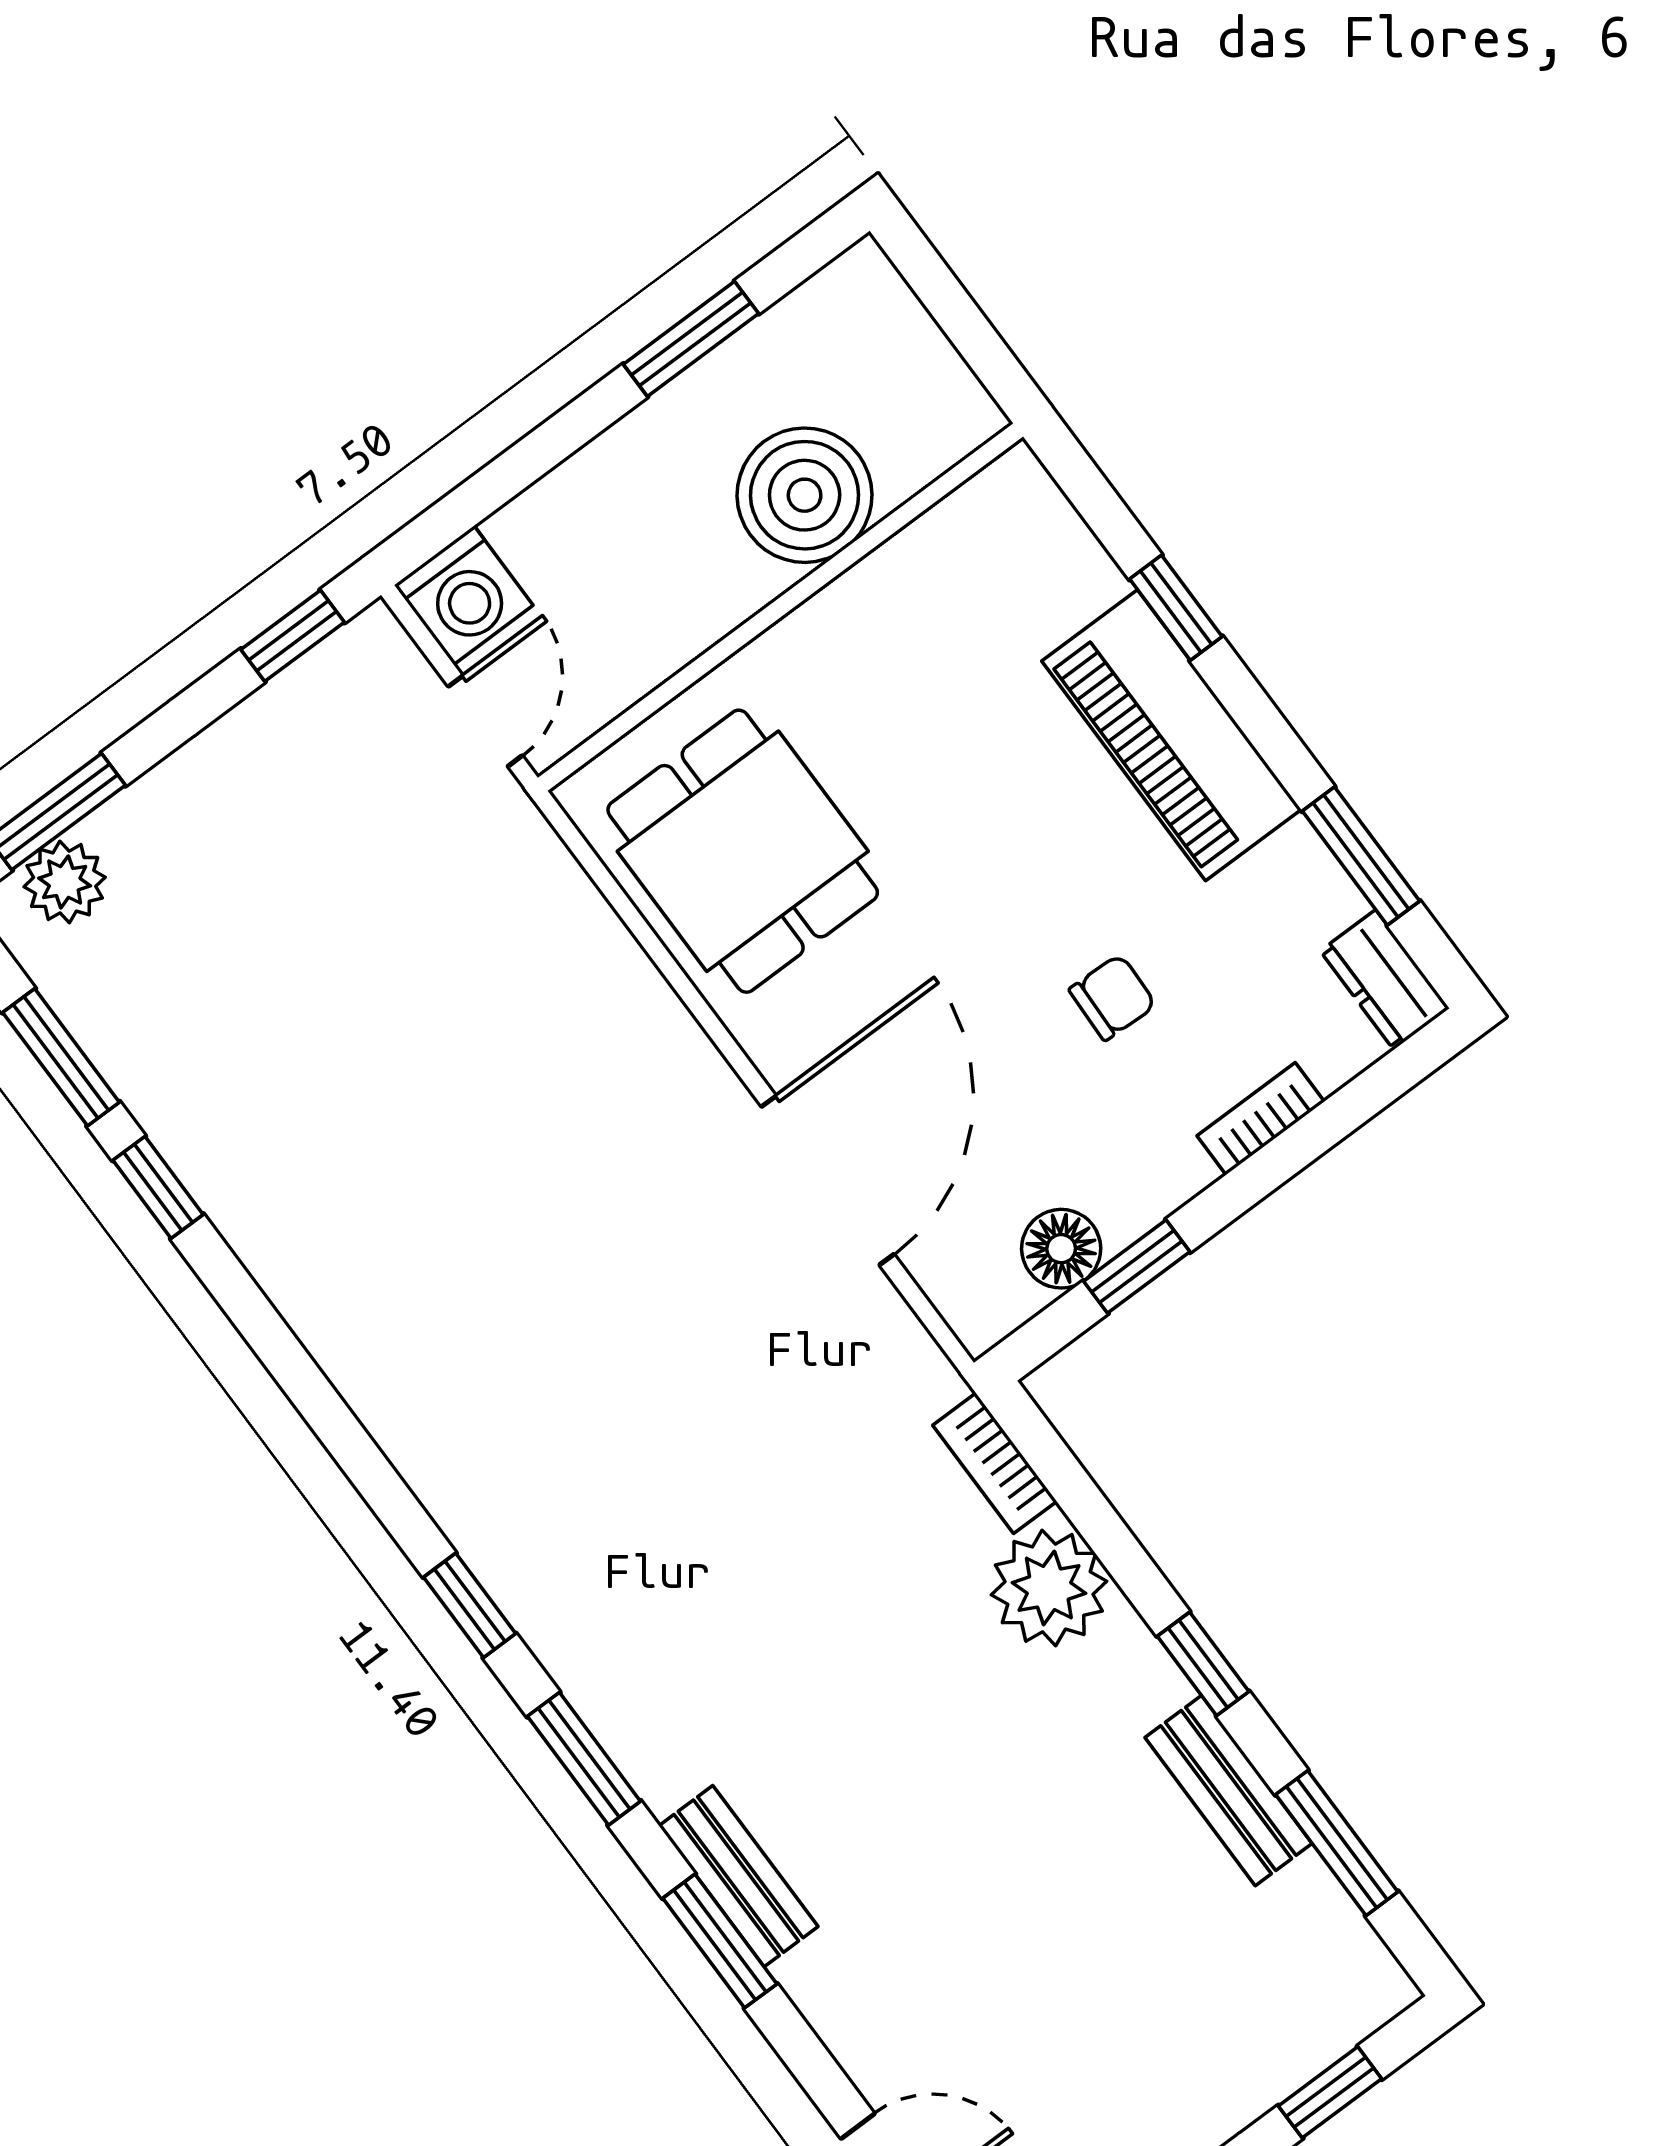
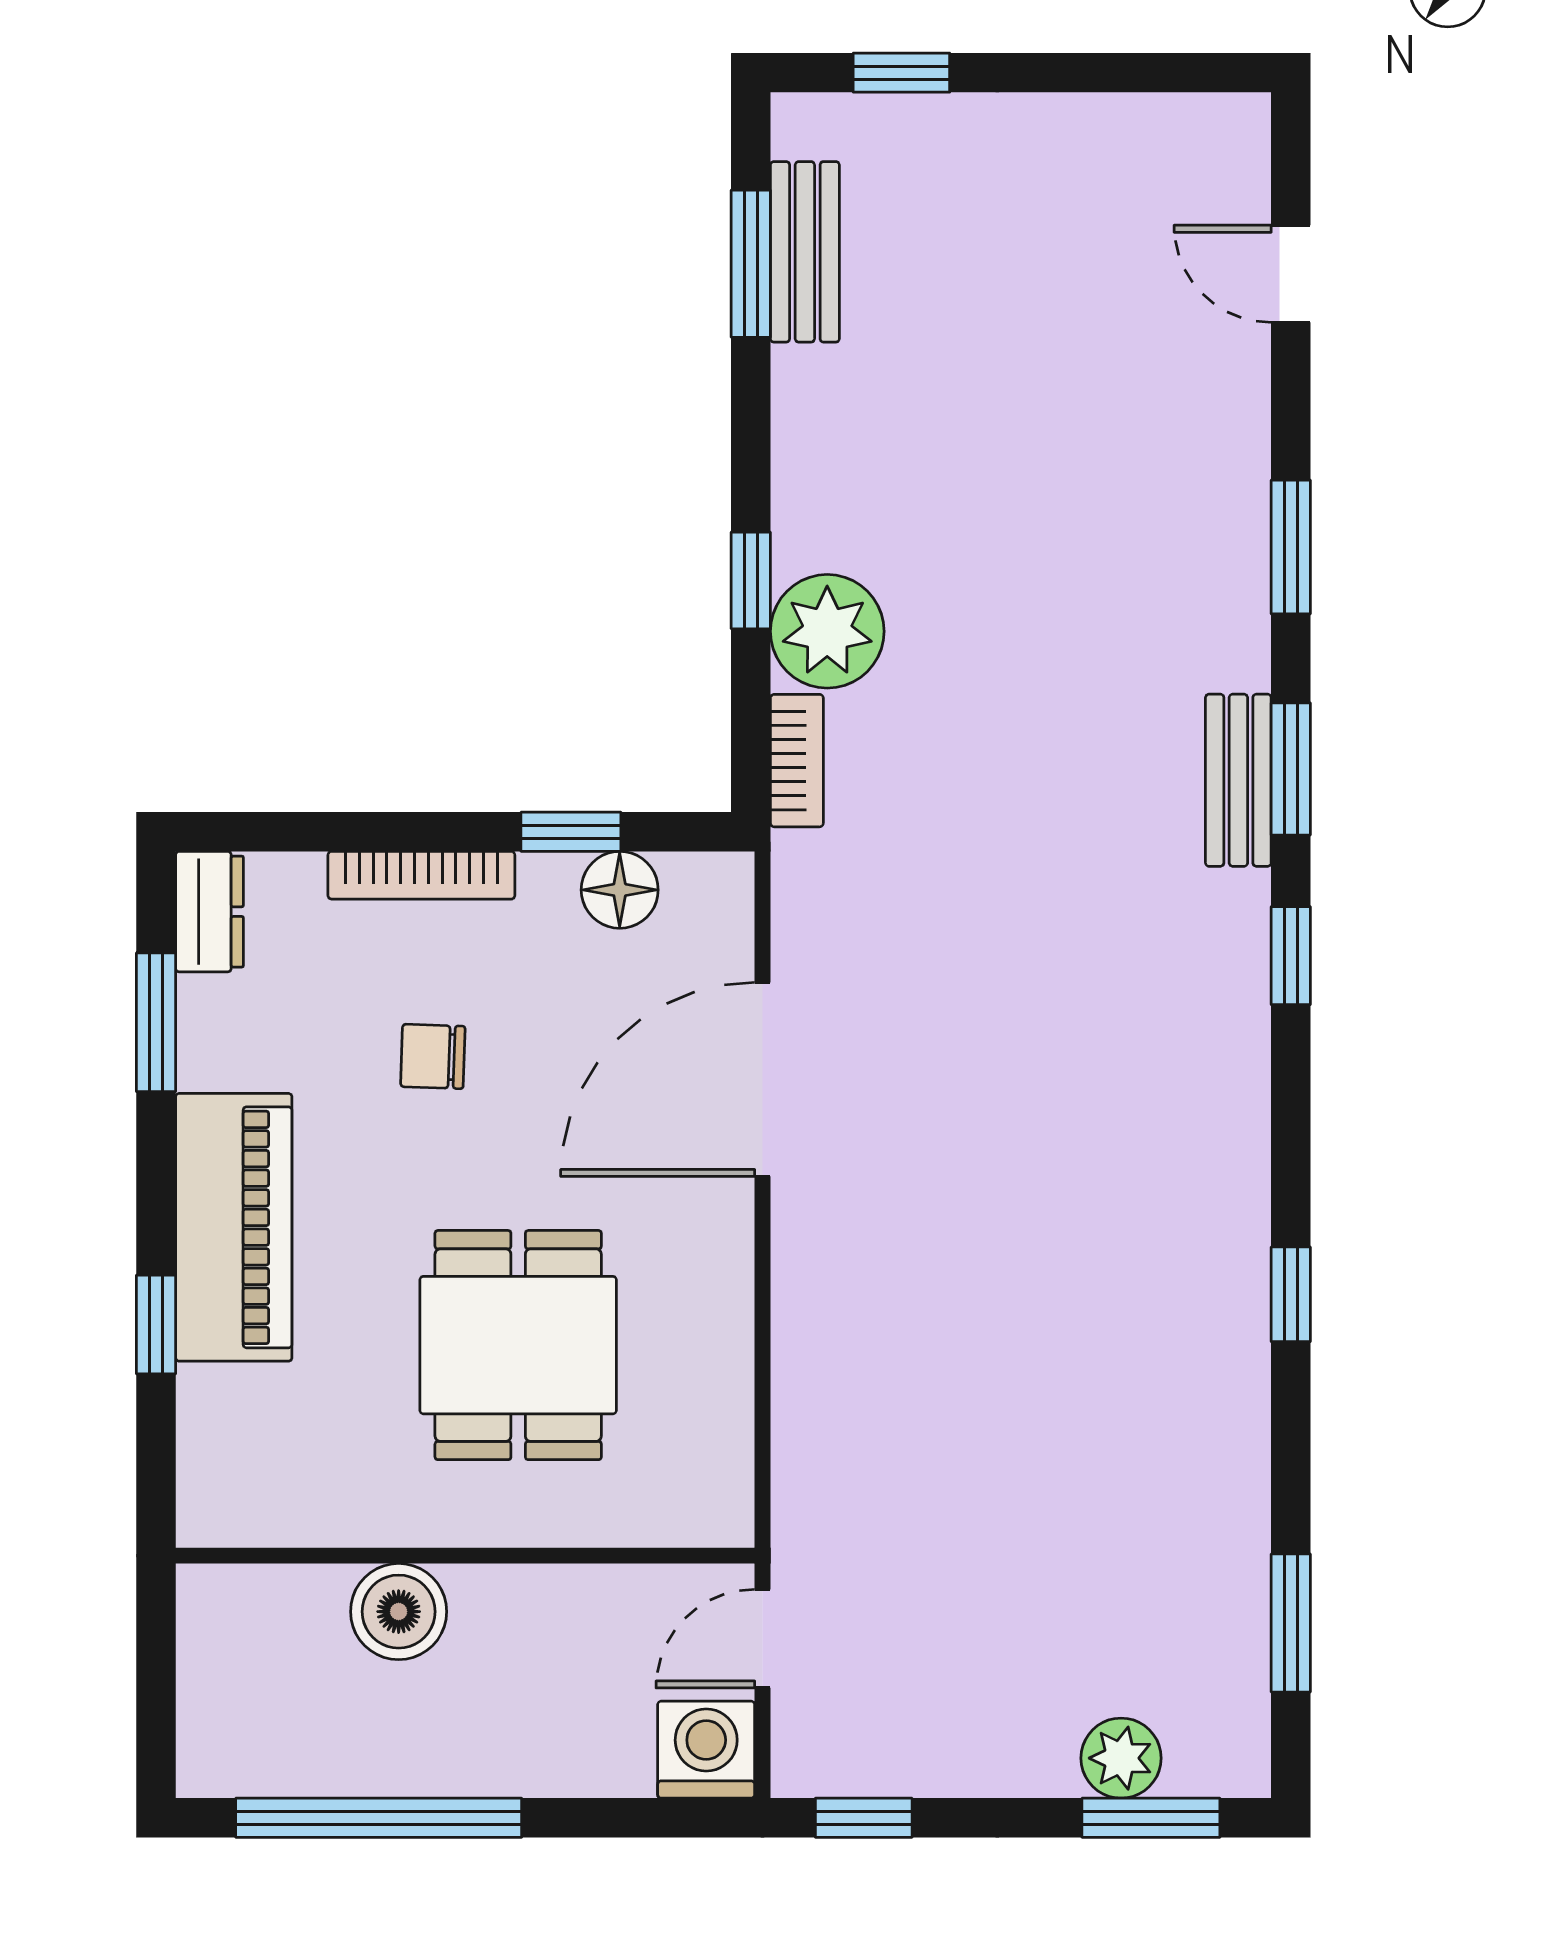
window: (691, 339) -> (379, 1818), width x2.11
boiler: (805, 495) -> (399, 1612), width x0.73, depth x0.73
dining table: (743, 851) -> (518, 1345), moved
plant: (65, 882) -> (1121, 1758), moved
bookcase: (1261, 1119) -> (421, 875), width x1.56
window: (158, 1187) -> (1291, 1294), moved
window: (1203, 1664) -> (751, 580), moved
bench: (1228, 1791) -> (805, 252), moved
bench: (738, 1876) -> (1238, 780), moved

